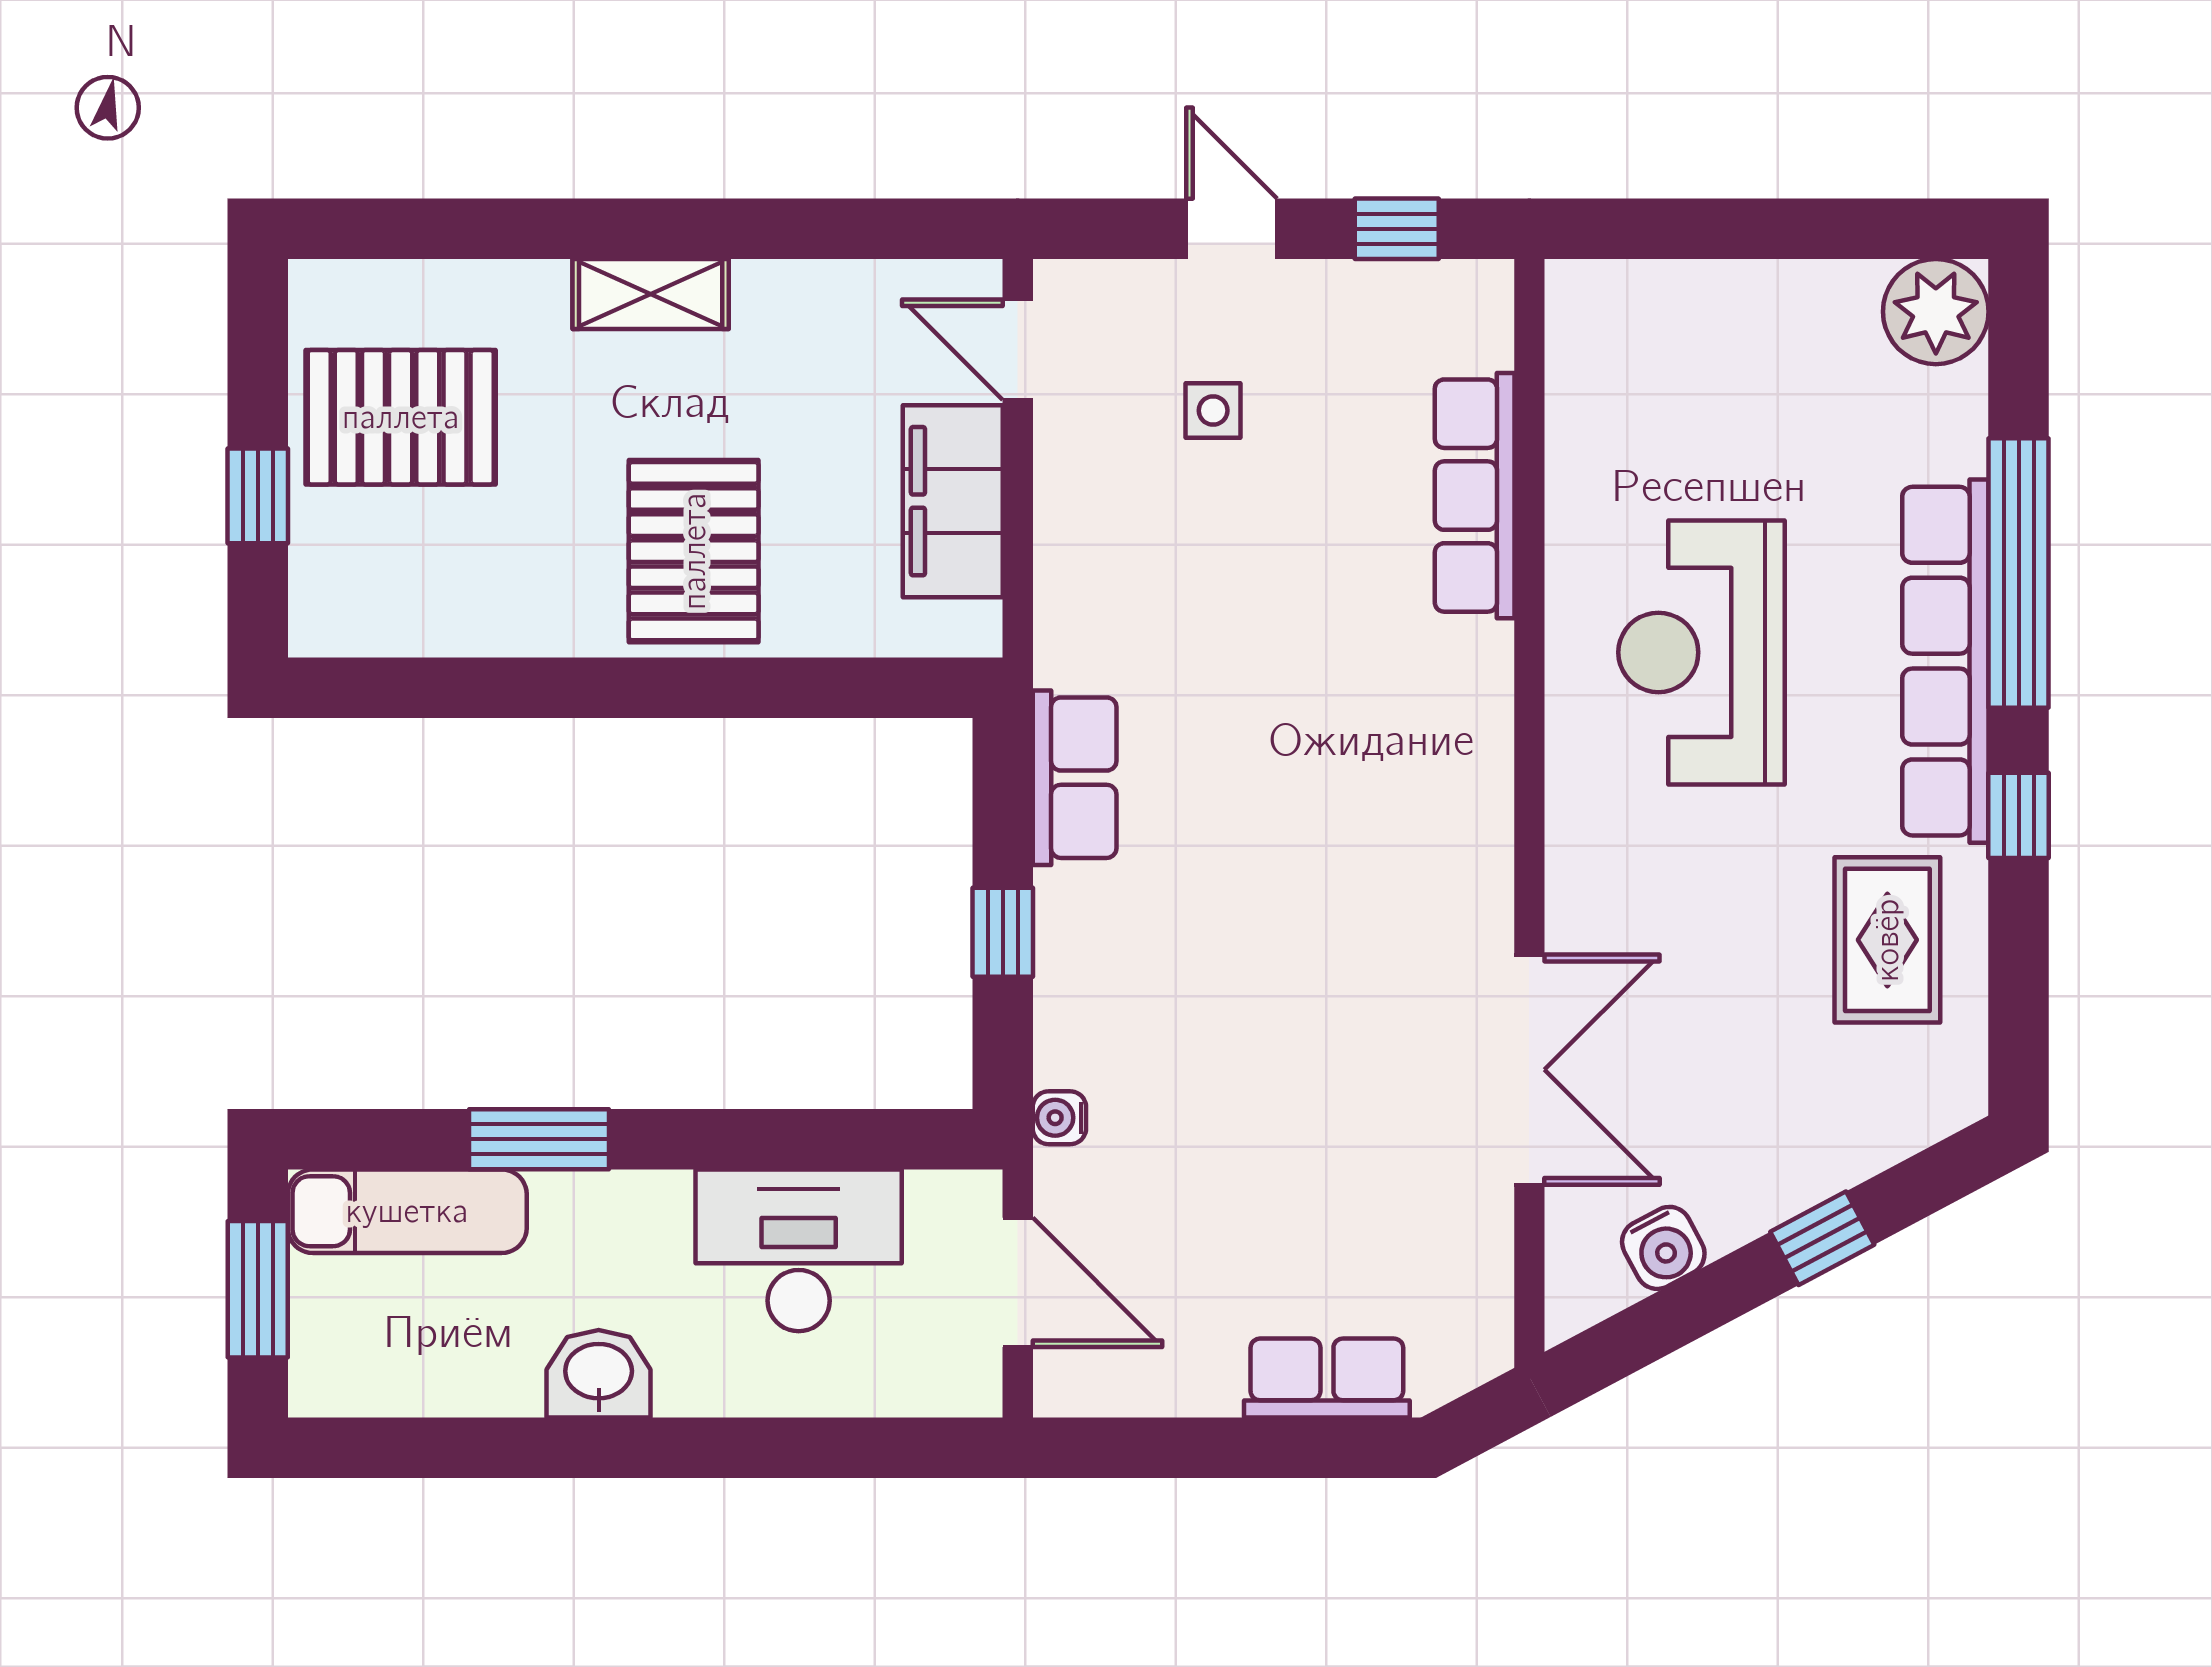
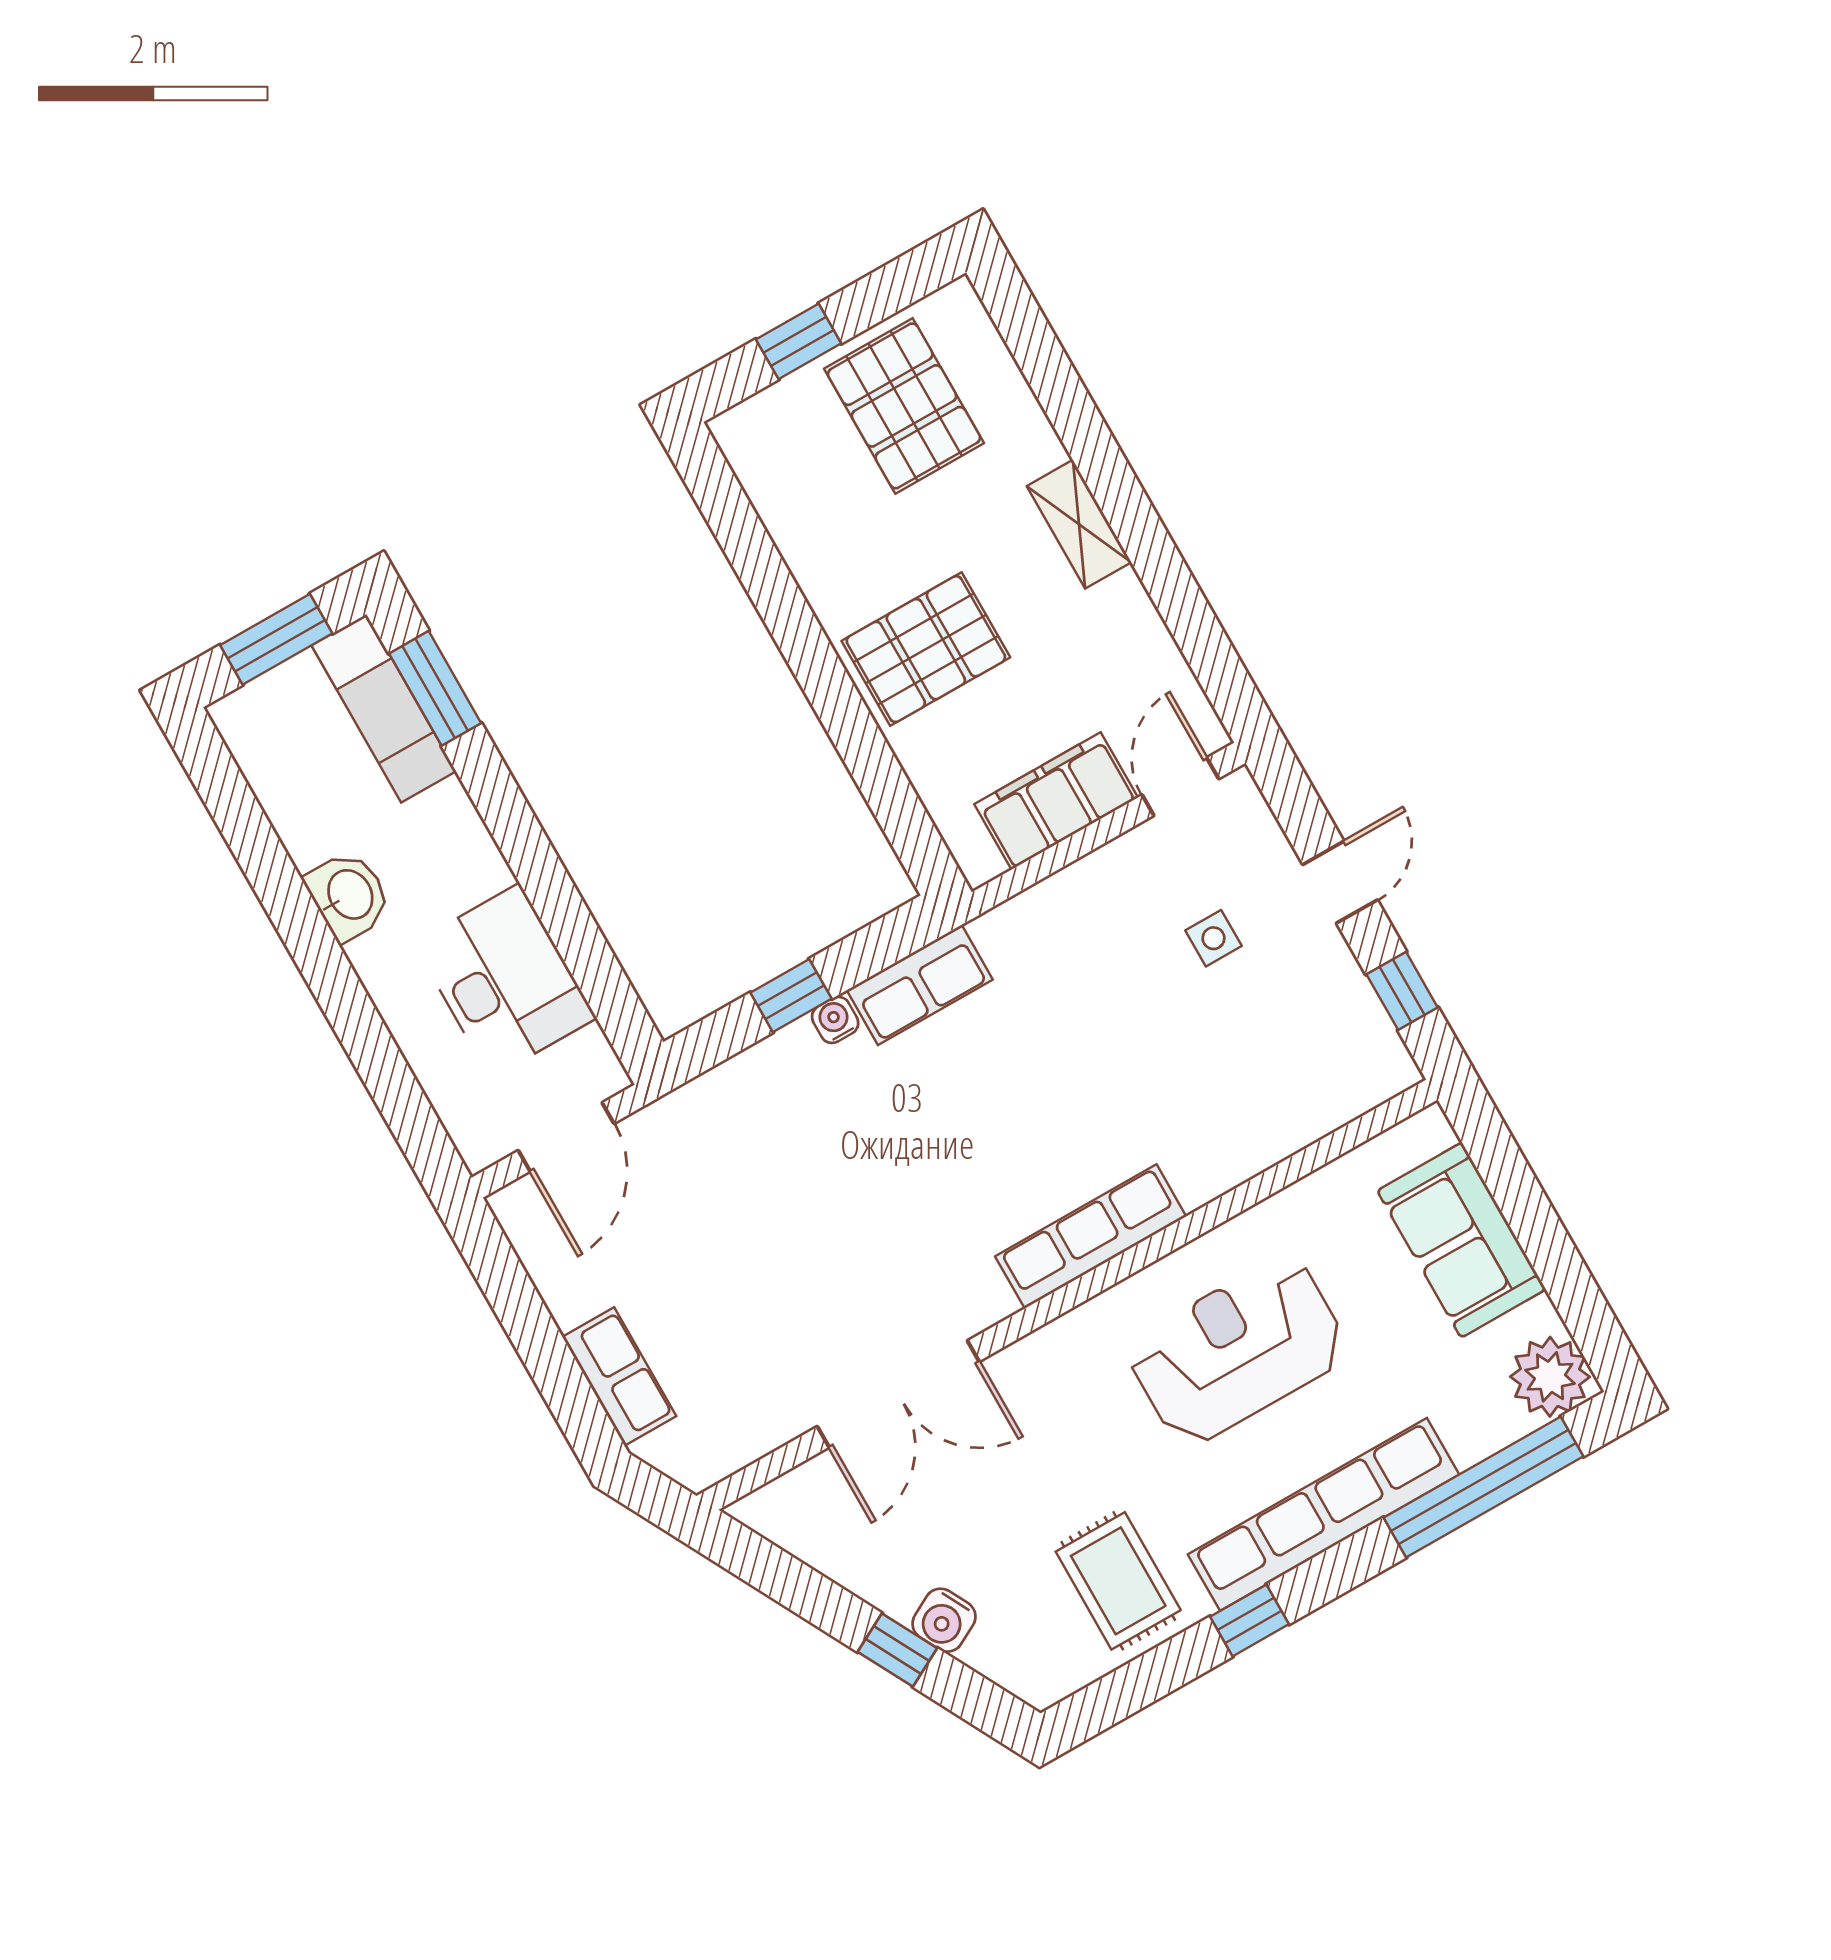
sofa: (1721, 324) -> (1461, 1240), added
row of seats: (1475, 496) -> (1091, 1236), moved
window: (2019, 573) -> (1483, 1487), moved
rug: (1887, 940) -> (1118, 1581), turned 90
water cooler: (1059, 1118) -> (835, 1020), moved
window: (539, 1139) -> (435, 688), moved
water cooler: (1663, 1248) -> (944, 1620), moved

